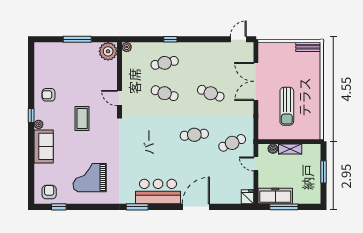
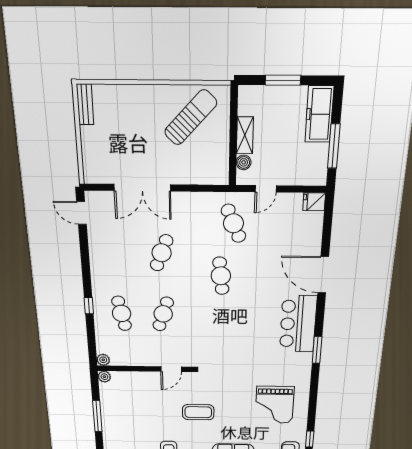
plant: (108, 51) -> (104, 377), width x0.53, depth x0.53
sun lounger: (287, 106) -> (191, 117), moved, turned -46
freezer: (275, 196) -> (319, 114), moved

